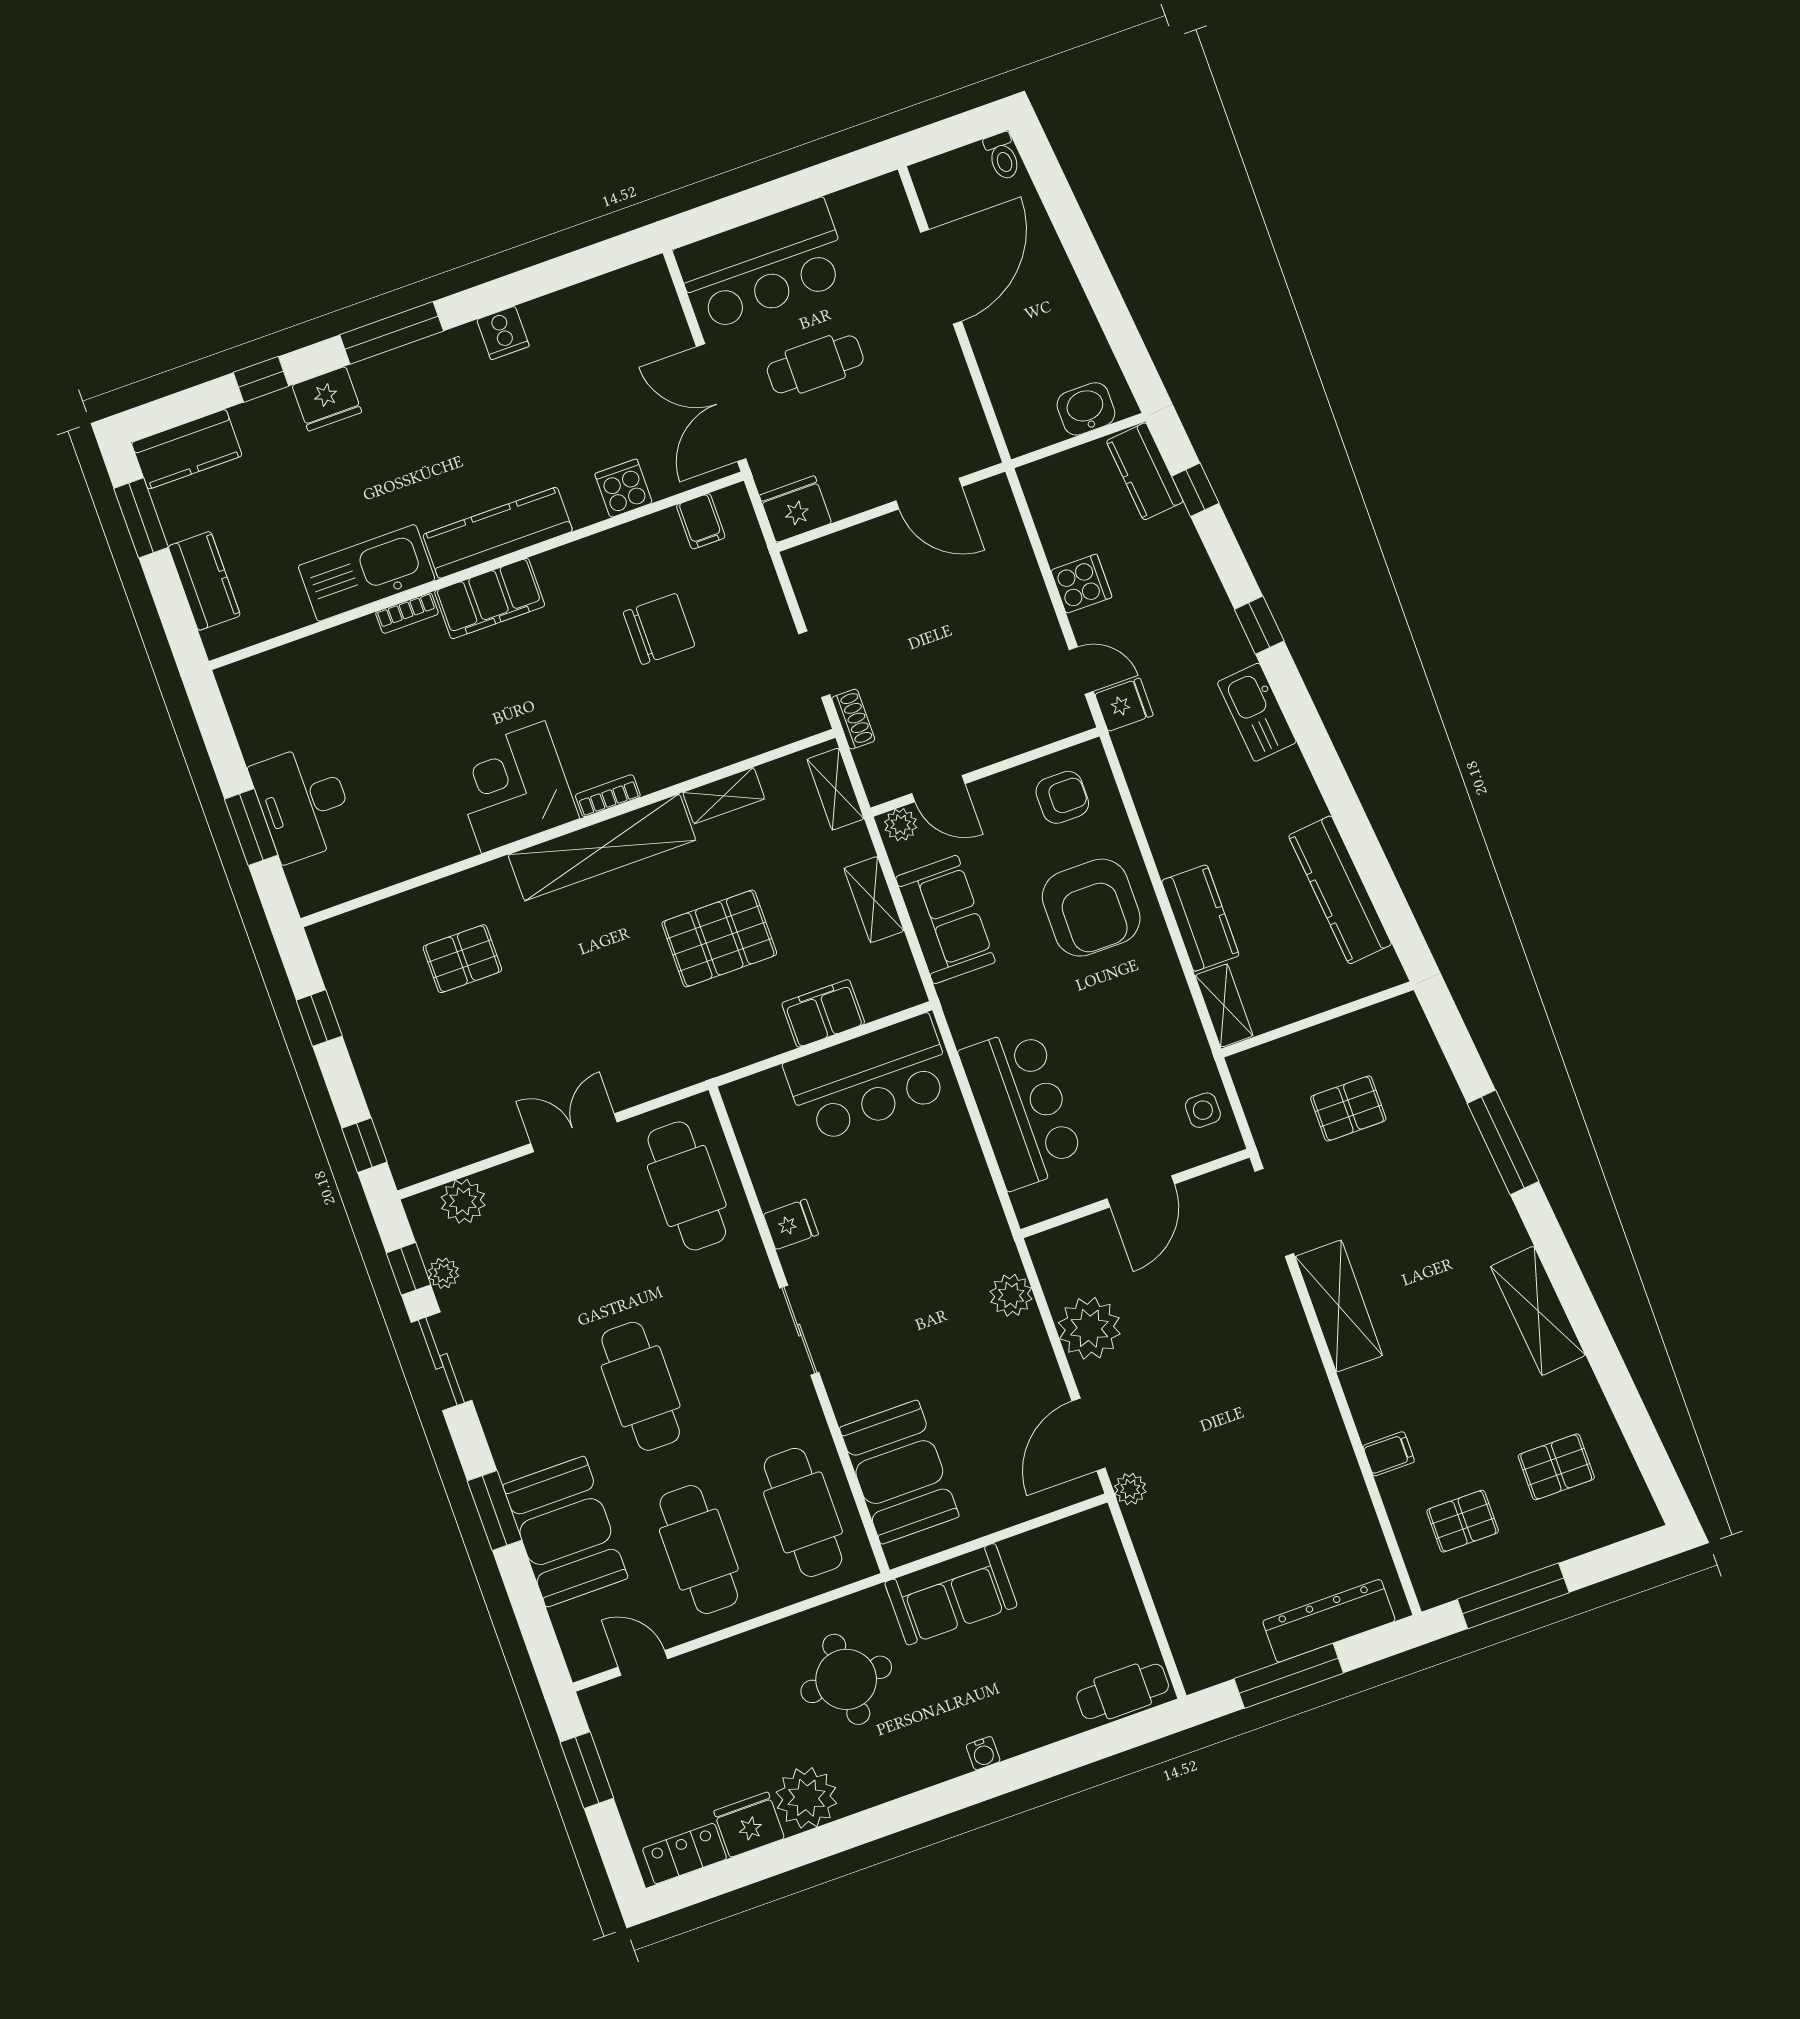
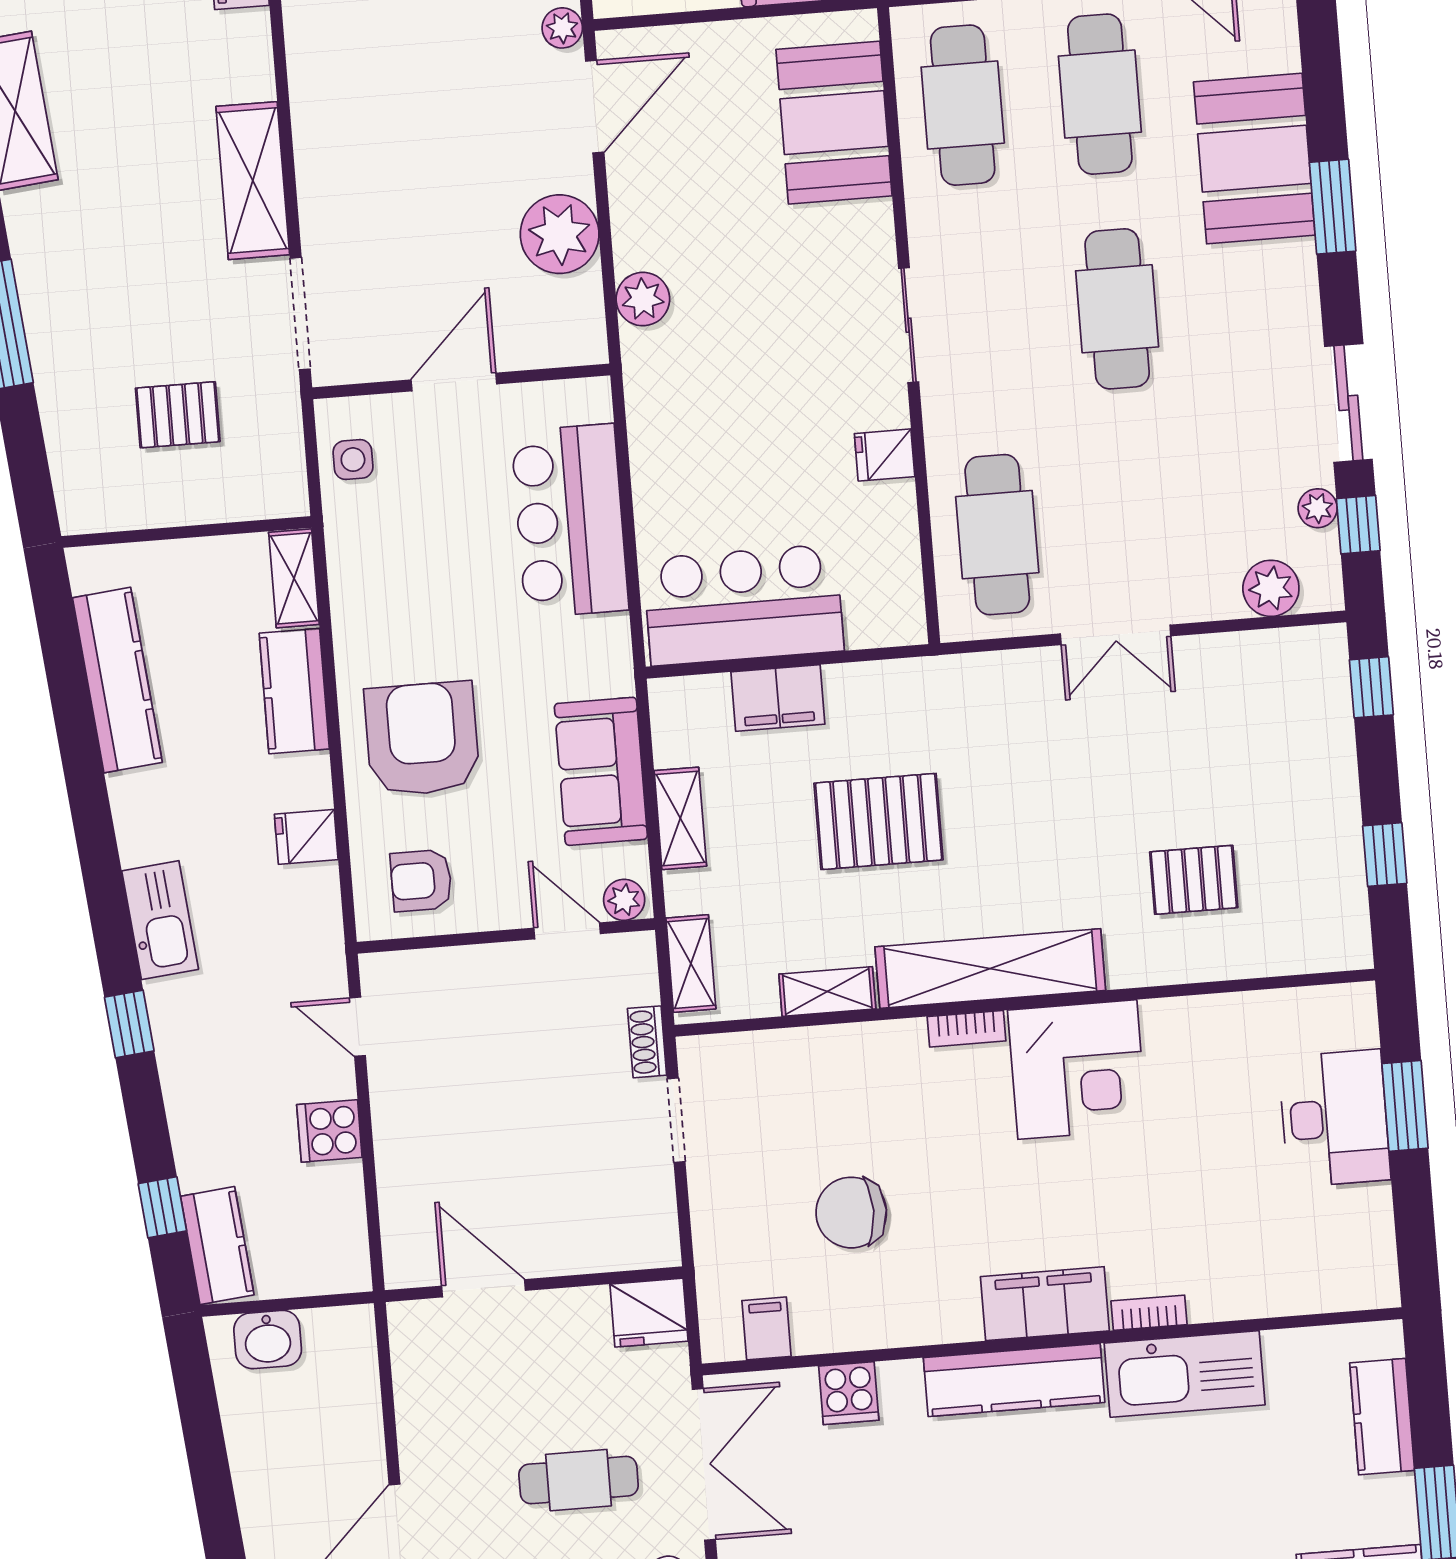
fridge: (1124, 705) -> (306, 837), moved

